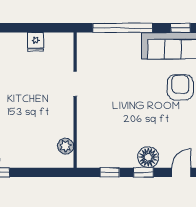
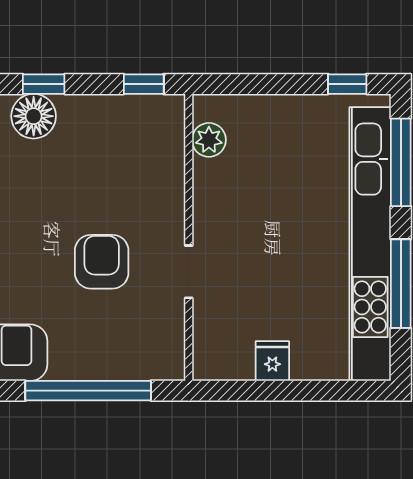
armchair: (116, 89) -> (102, 262), added
window: (110, 172) -> (144, 84), moved

